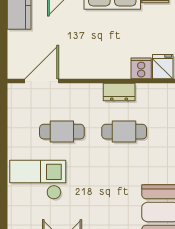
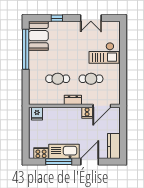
cooker: (141, 68) -> (87, 113), moved
dresser: (119, 92) -> (73, 100), moved

